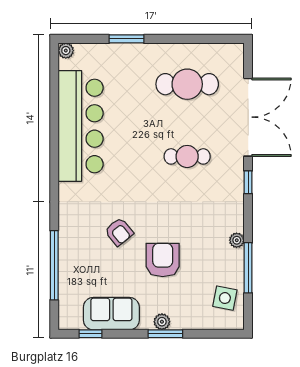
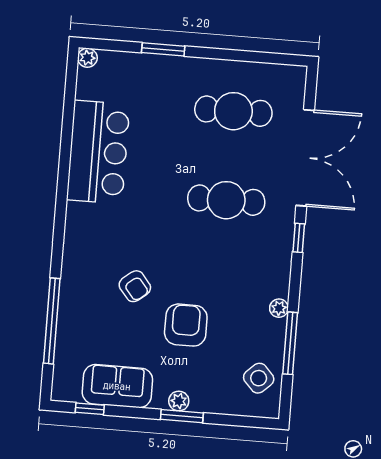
bar counter: (81, 126) -> (98, 152), width x0.73
cafe table: (187, 156) -> (226, 200), width x1.37, depth x1.35
side table: (225, 298) -> (259, 378), turned 36

